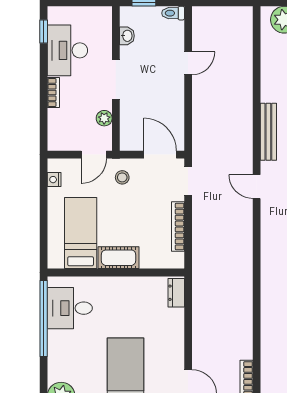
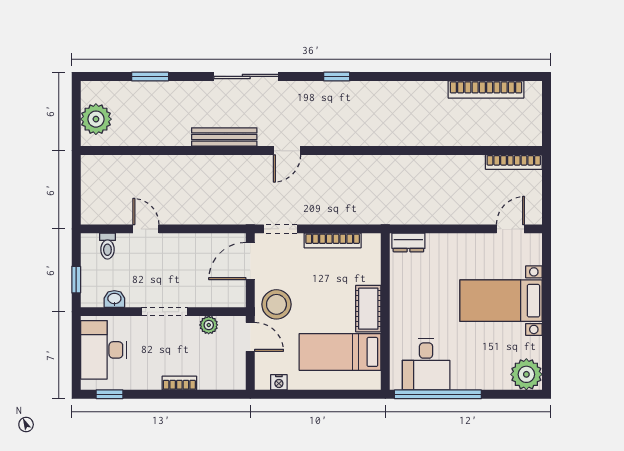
toilet: (173, 13) -> (107, 246), moved
desk: (67, 50) -> (103, 350), moved, turned 90
stool: (122, 177) -> (276, 304), width x1.89, depth x1.89

